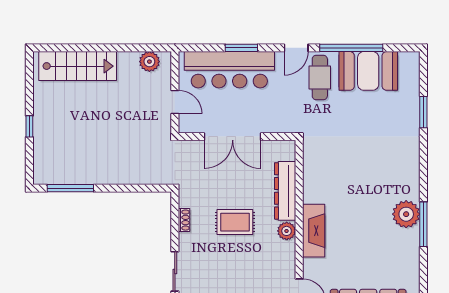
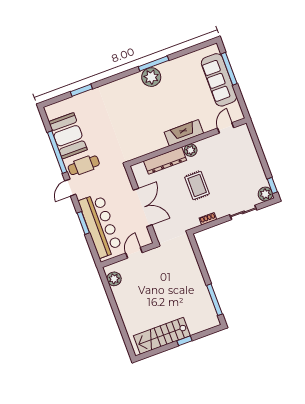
door: (296, 48) -> (70, 188), swing flipped
stairs: (78, 66) -> (162, 336), moved, turned -90

